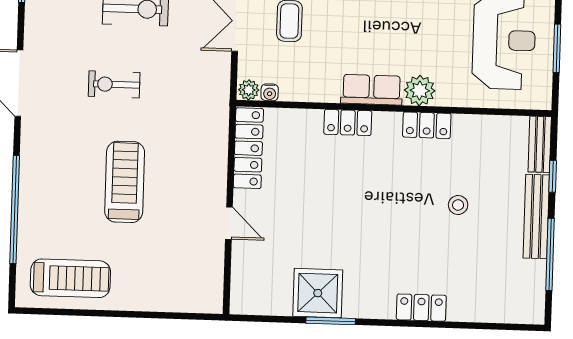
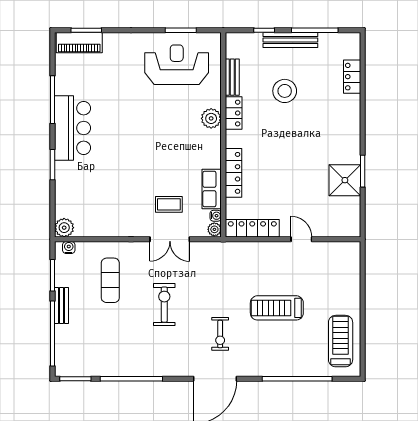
exercise bike: (114, 84) -> (220, 334), moved
row of seats: (372, 90) -> (212, 189), moved
locker: (348, 122) -> (233, 173), width x1.53
bench: (540, 144) -> (232, 77), moved, turned 90
stool: (458, 205) -> (285, 91), width x1.89, depth x1.89
door: (229, 223) -> (301, 239), hinge flipped
locker: (421, 308) -> (352, 77), moved

